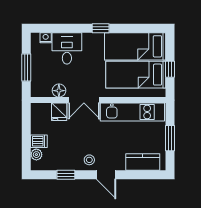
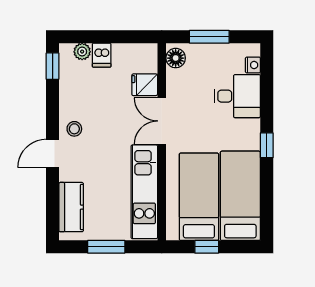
floor lamp: (59, 91) -> (176, 58), moved
window: (66, 175) -> (53, 66), moved

